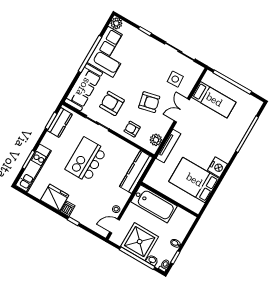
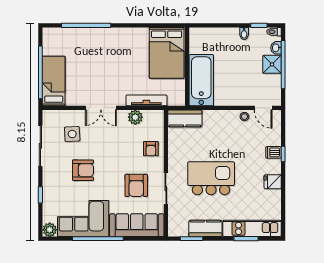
bed: (214, 100) -> (54, 81), moved
armchair: (149, 102) -> (83, 170), moved, turned 103
kitchen counter: (60, 122) -> (205, 228), moved
plant: (156, 140) -> (135, 117), moved
kitchen island: (86, 160) -> (211, 178), turned 180
nightstand: (218, 167) -> (139, 36), removed
kitchen counter: (136, 172) -> (185, 118), width x0.67
fridge: (55, 198) -> (273, 182), width x0.53, depth x0.75
wall: (169, 199) -> (187, 67), moved
bathtub: (154, 204) -> (201, 80), moved
dishwasher: (68, 209) -> (273, 152), moved
shower: (140, 242) -> (272, 64), width x0.54, depth x0.54

